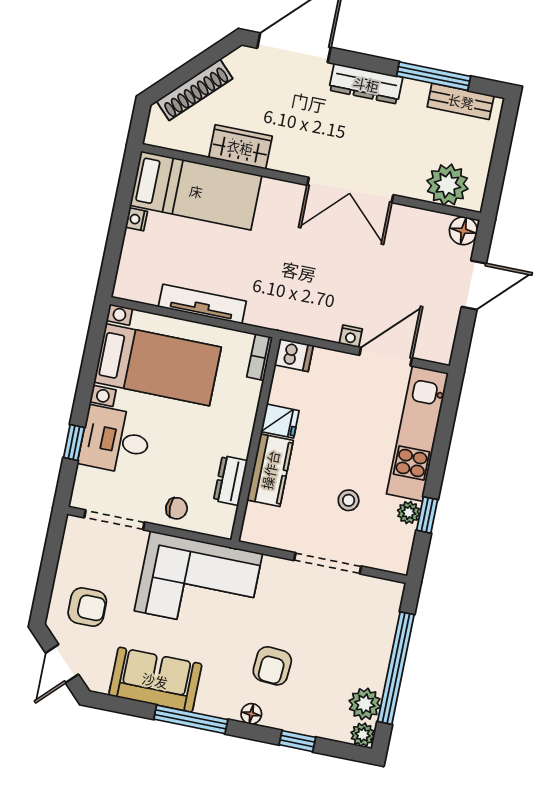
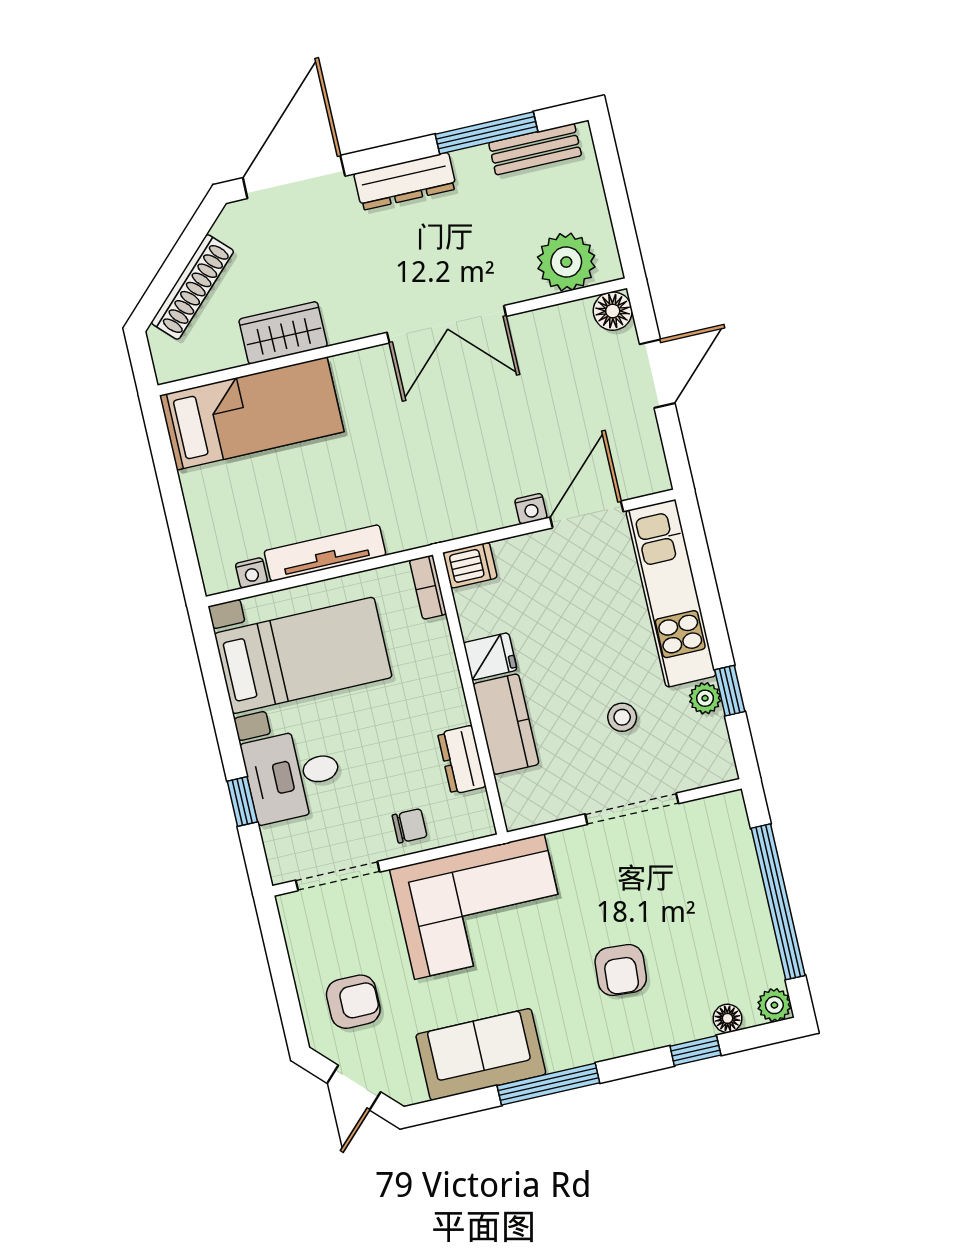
nightstand: (136, 219) -> (251, 573), moved, turned -90
plant: (365, 704) -> (759, 965), removed
floor lamp: (251, 714) -> (728, 1018), moved

